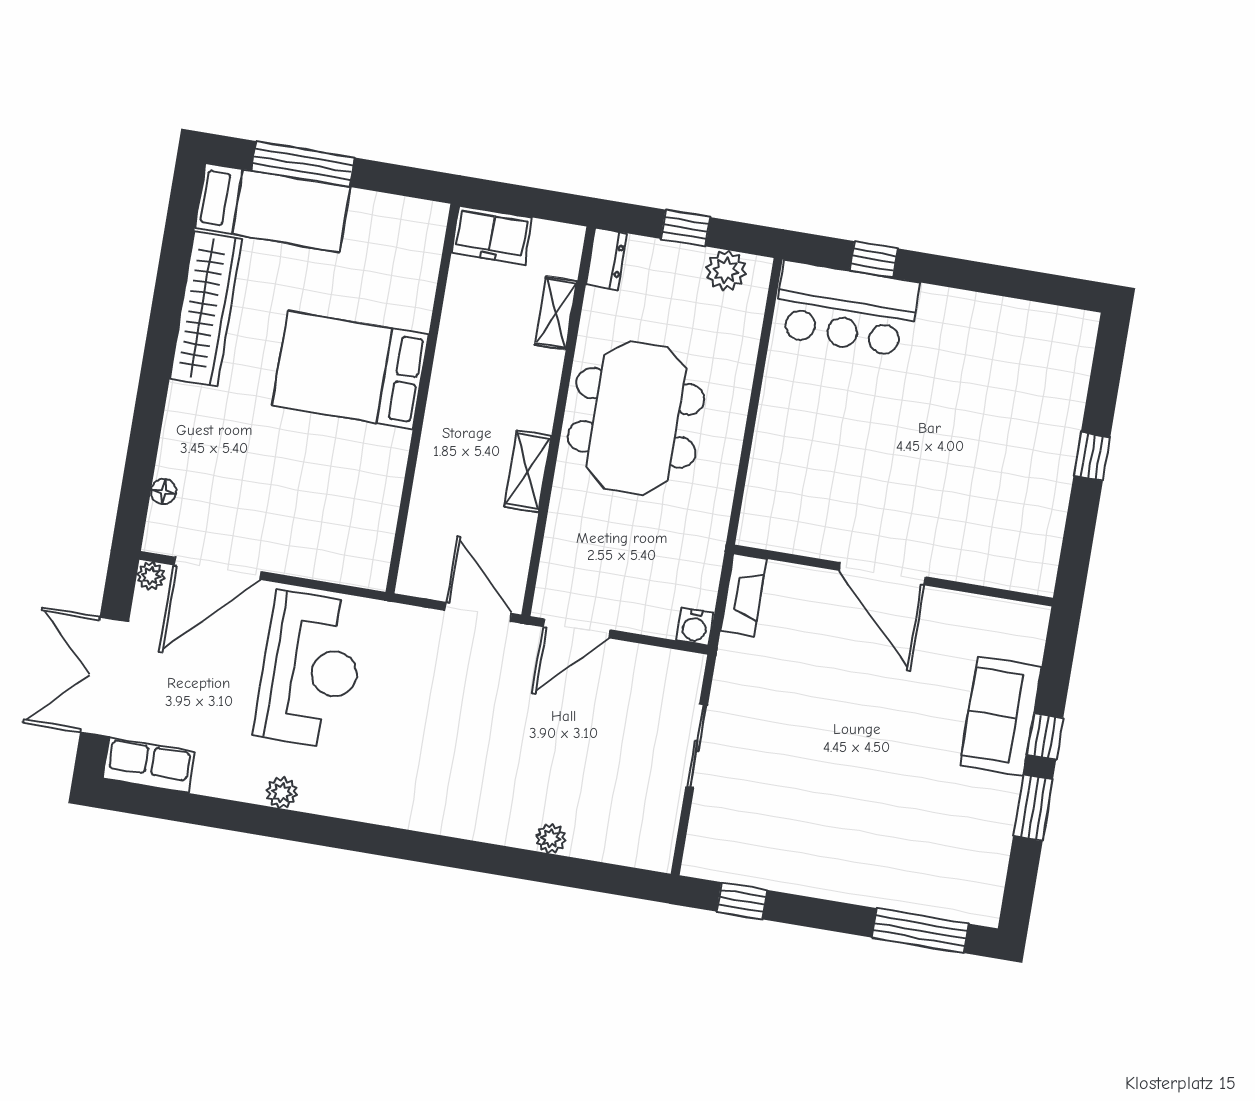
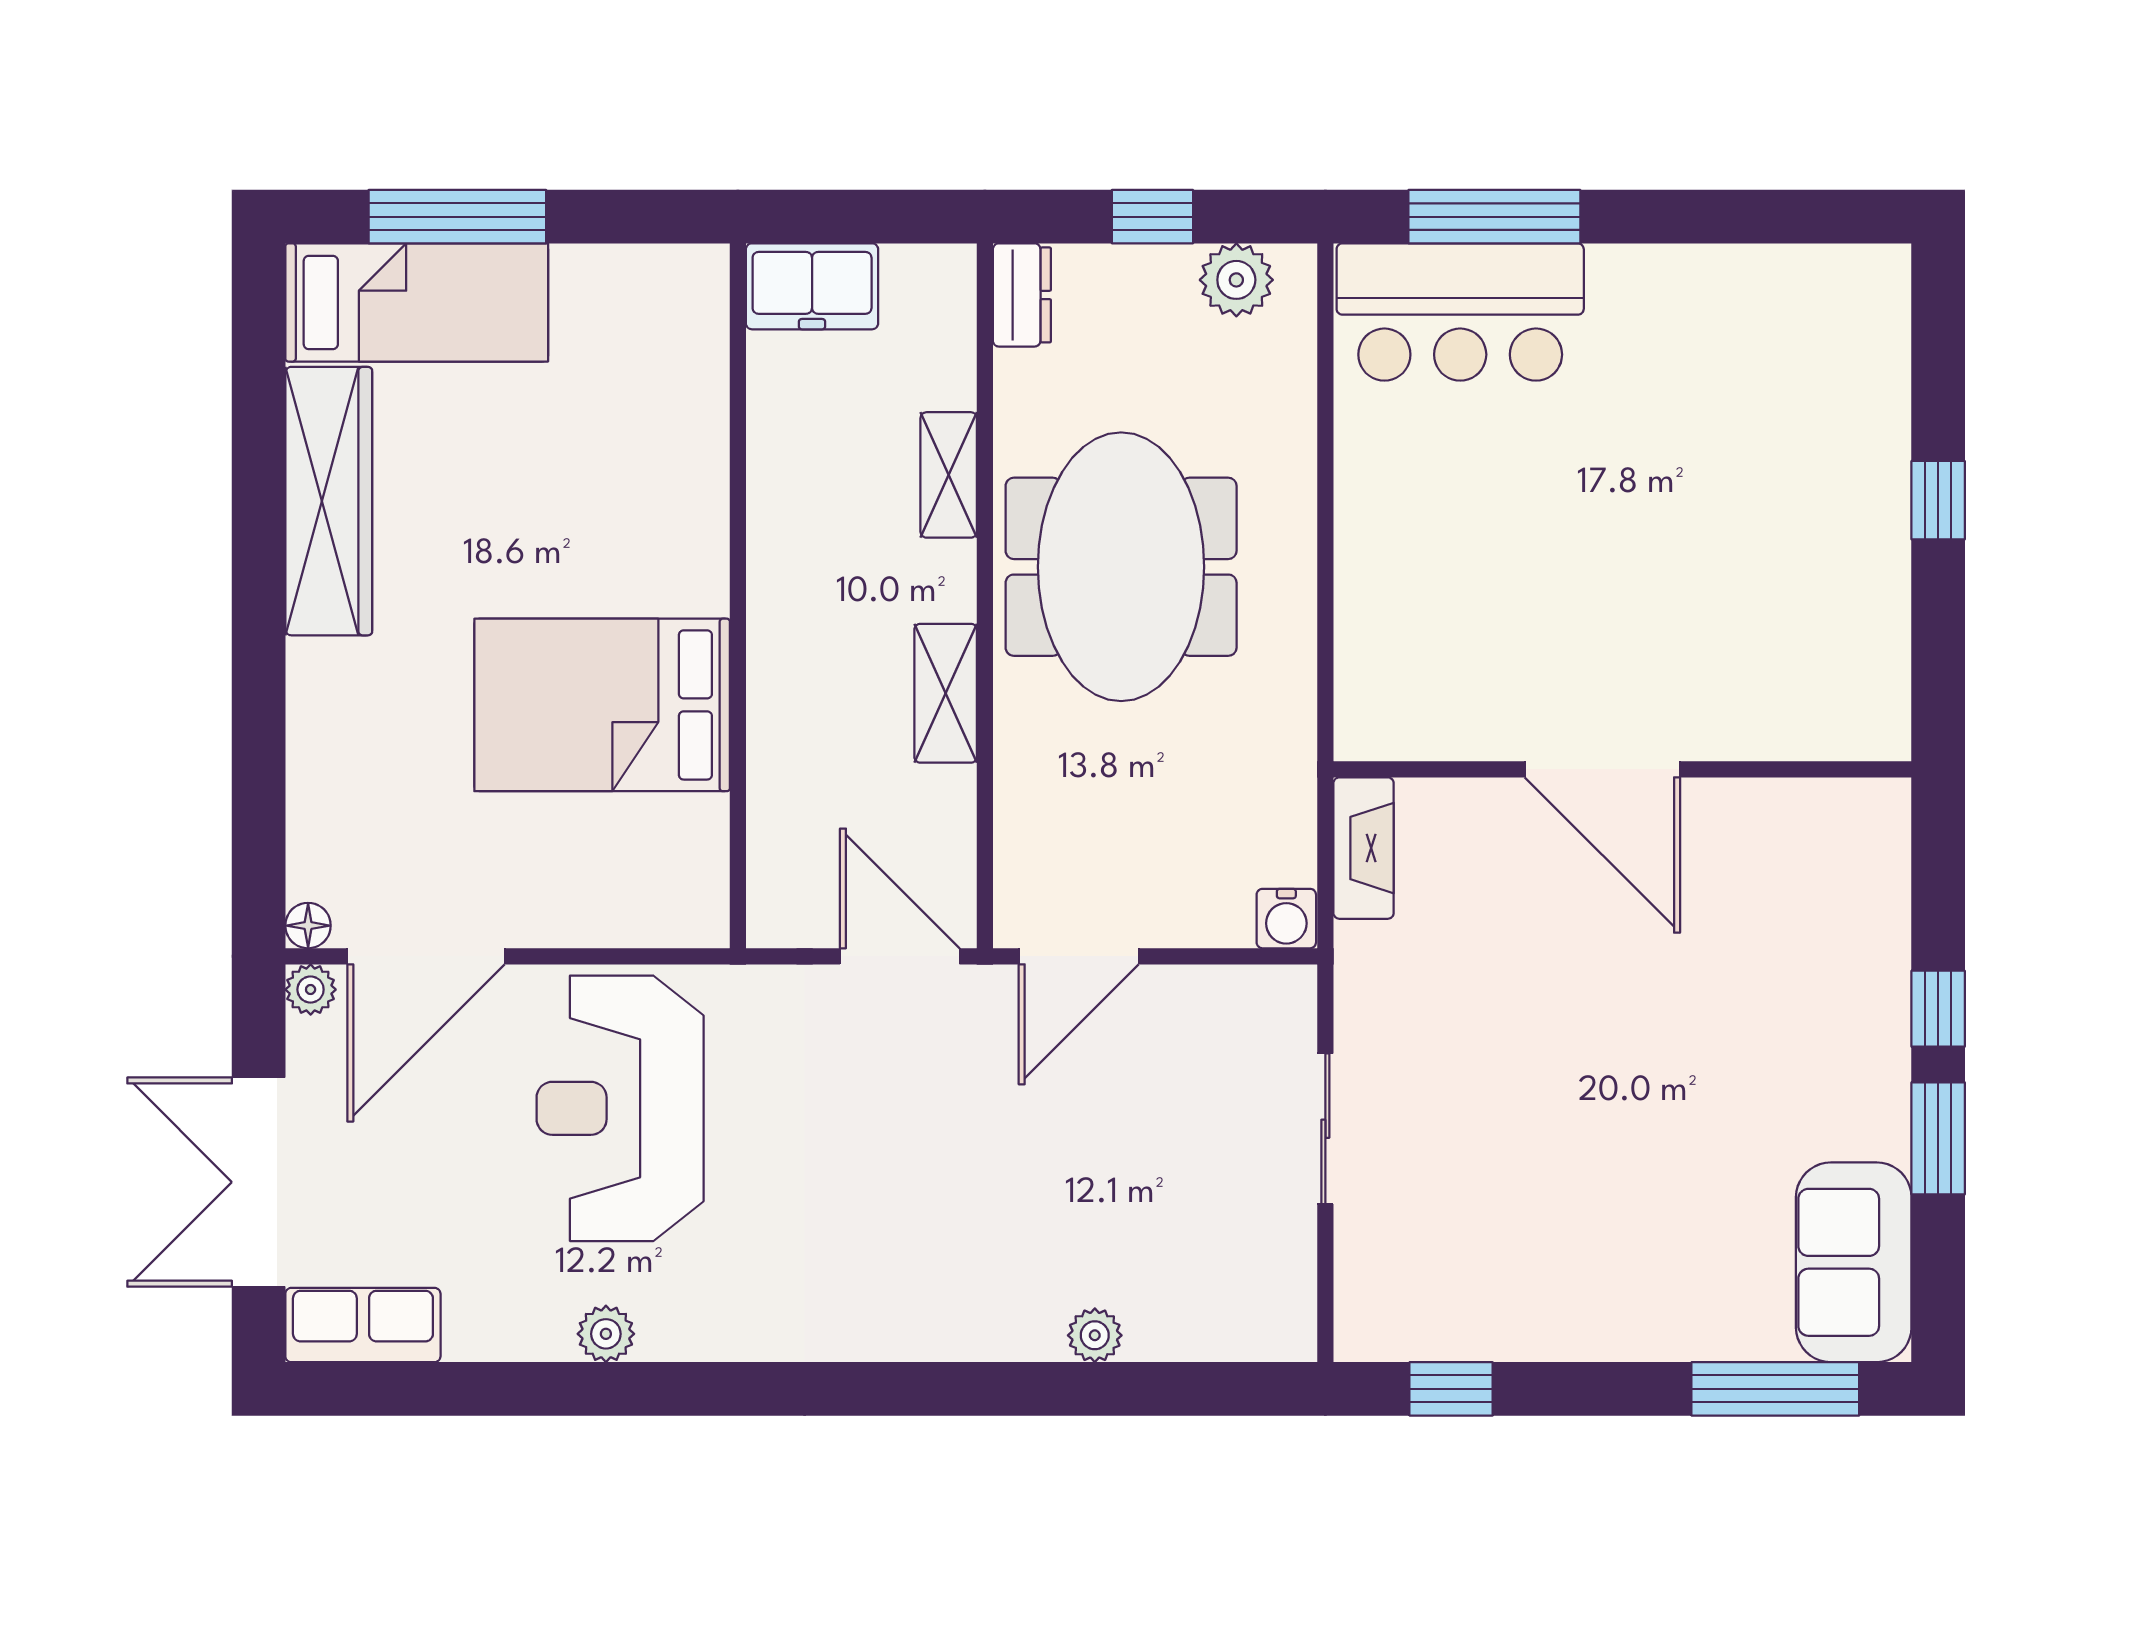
window: (874, 260) -> (1494, 217), width x2.17
shelving: (556, 313) -> (949, 475), moved
bed: (350, 370) -> (602, 705), moved
floor lamp: (164, 492) -> (308, 926), moved
reception desk: (310, 670) -> (620, 1108), turned 180
sofa: (1001, 716) -> (1854, 1262), moved

